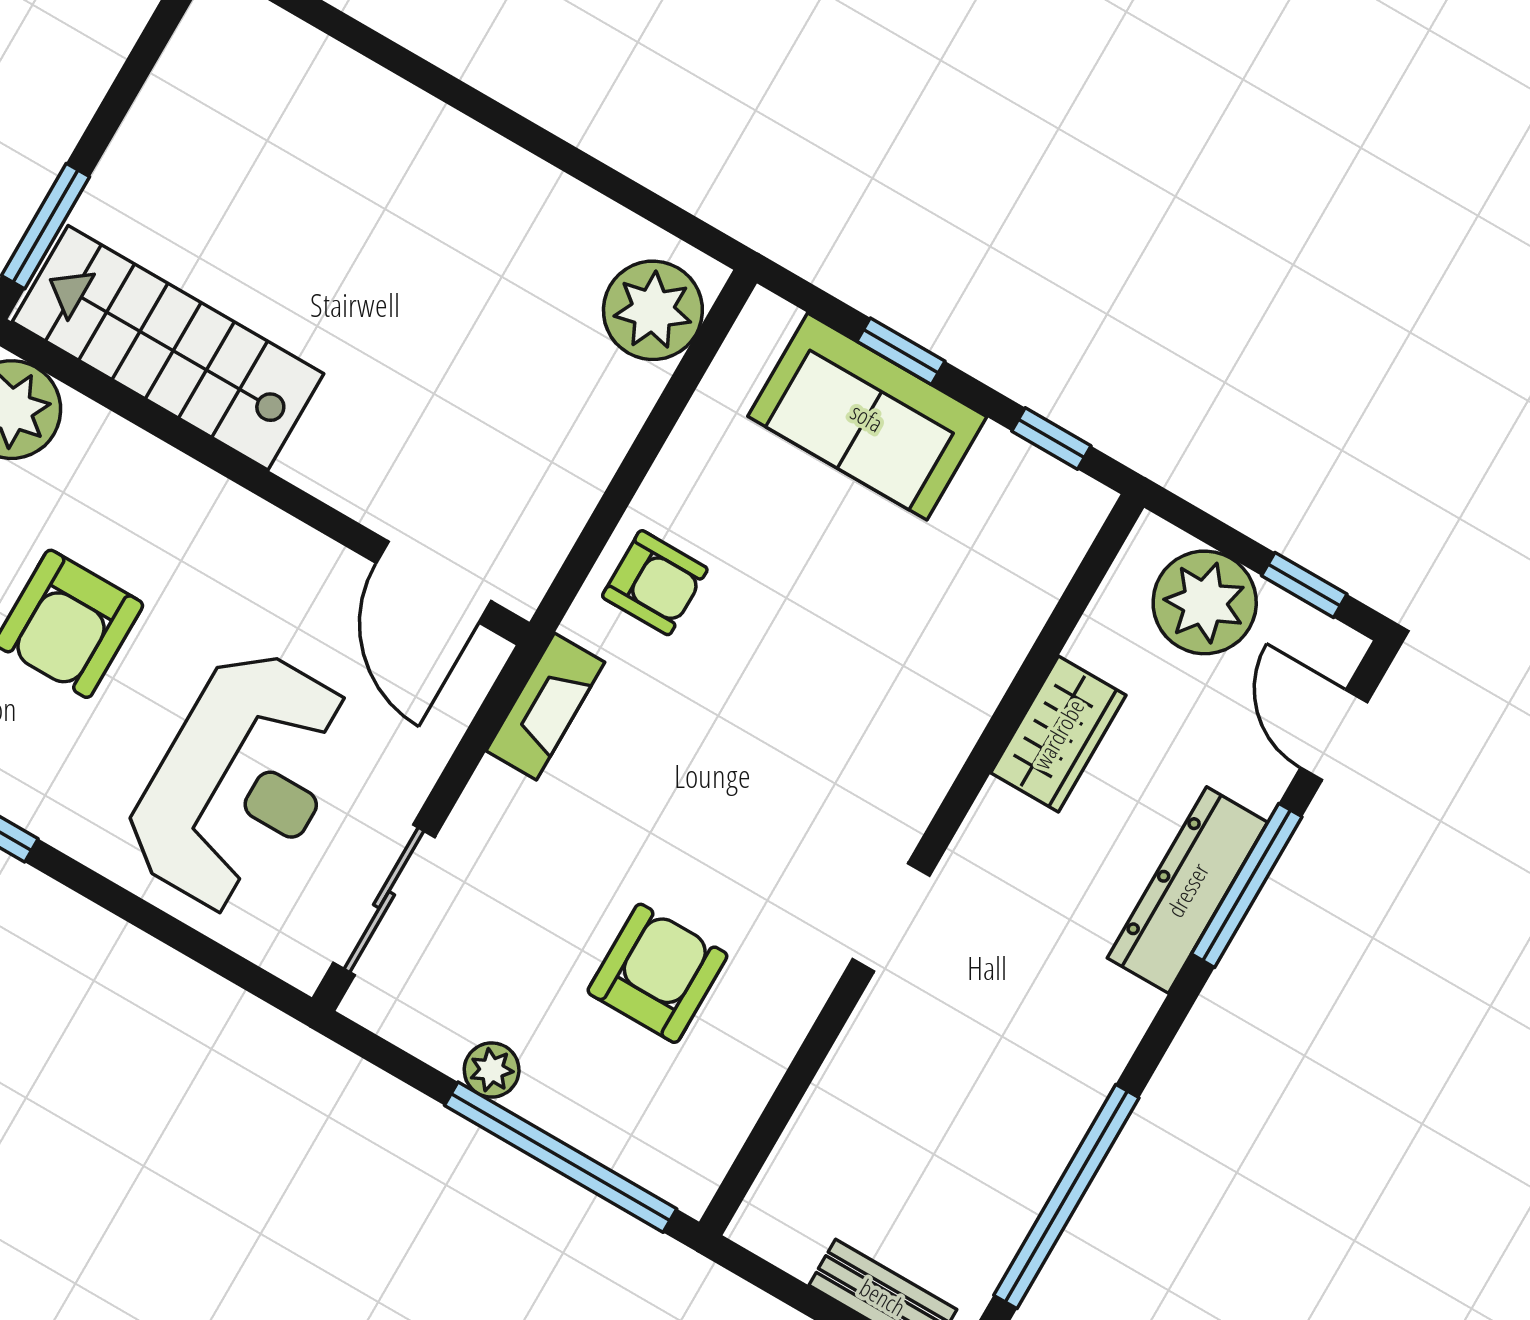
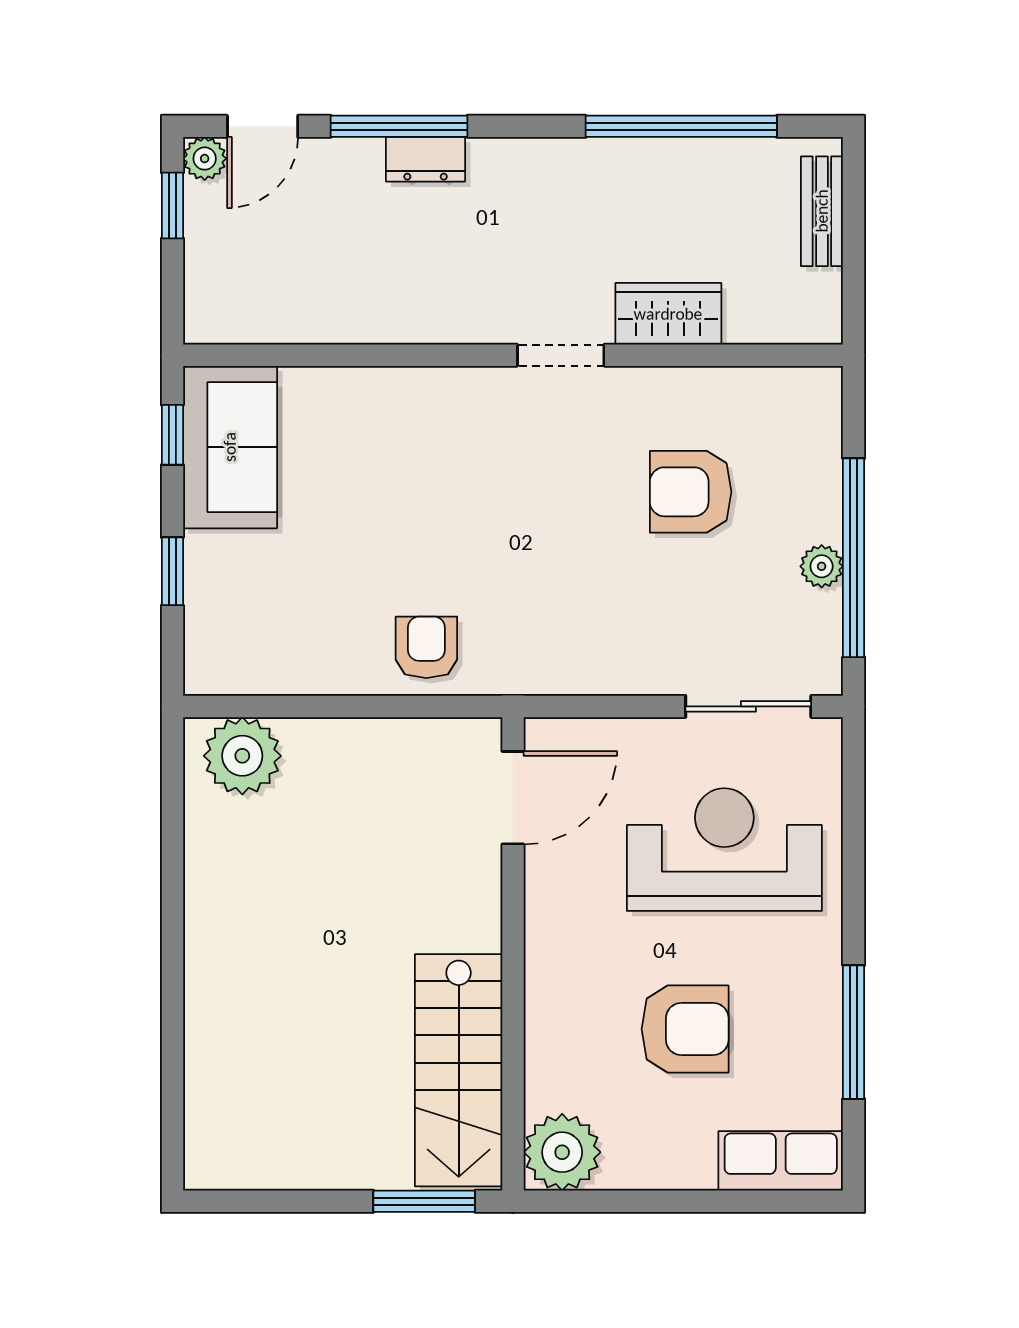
sofa: (867, 417) -> (230, 447), moved
plant: (1205, 602) -> (205, 159), moved, width x0.53, depth x0.53
fireplace: (545, 706) -> (554, 673), removed
wardrobe: (1058, 734) -> (668, 314), moved
dresser: (1187, 890) -> (426, 159), width x0.51, depth x0.80
window: (561, 1157) -> (854, 558), moved

